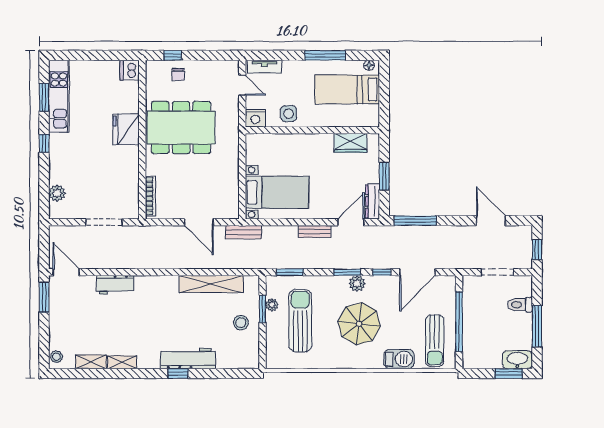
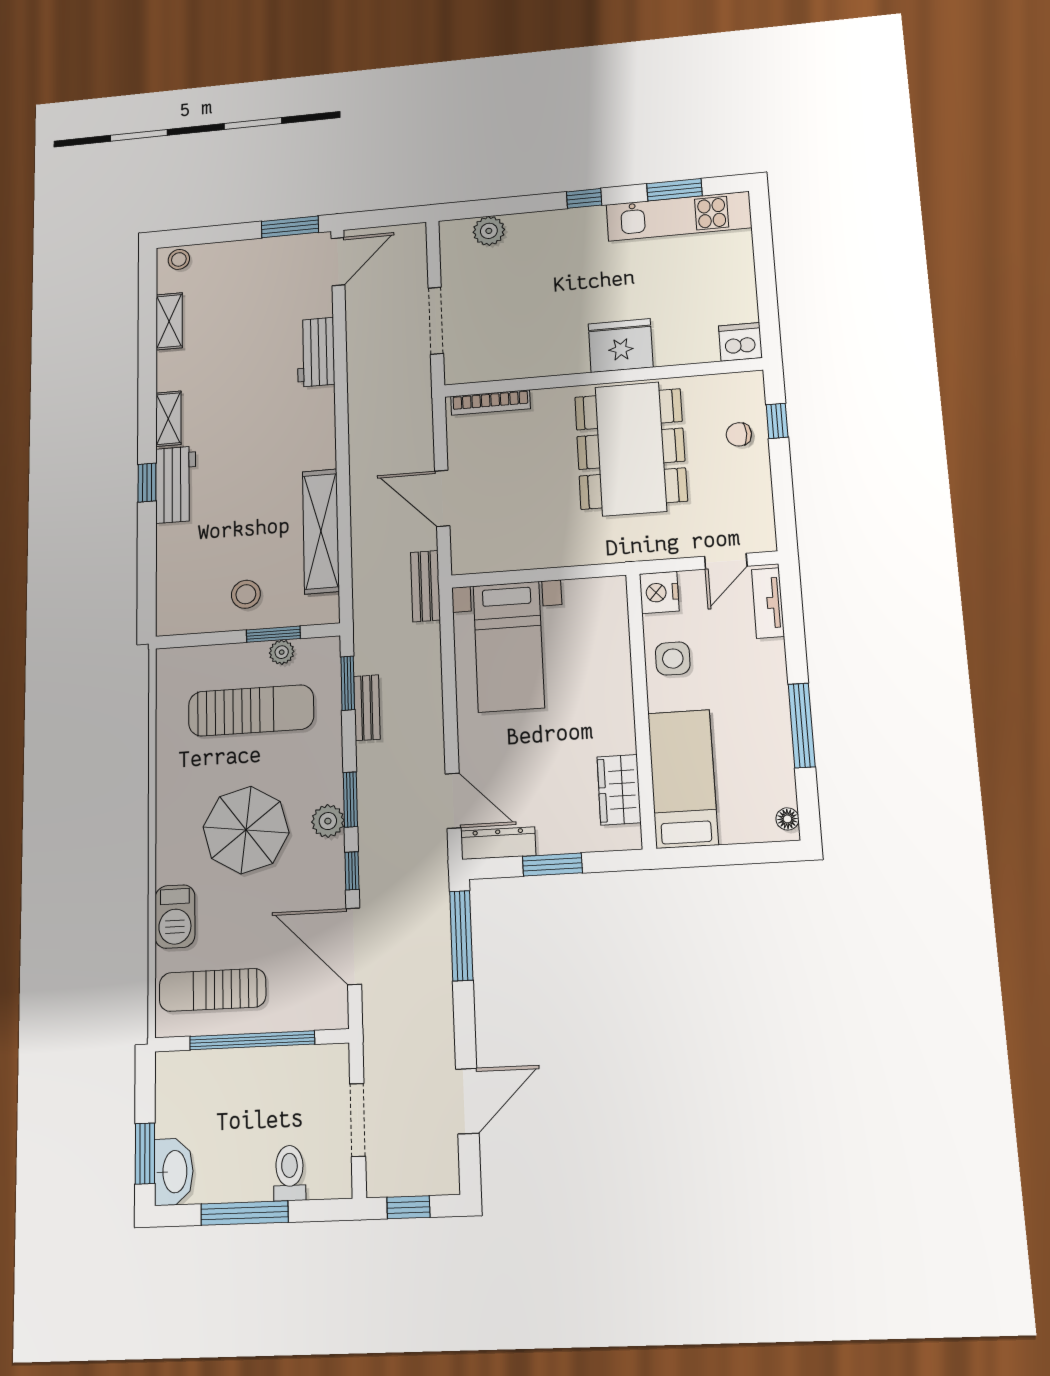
bed: (347, 89) -> (683, 779), moved
door: (199, 222) -> (442, 498), hinge flipped
bench: (315, 231) -> (367, 708), moved
workbench: (188, 359) -> (176, 485), width x0.73
shelving: (122, 362) -> (168, 419), moved

